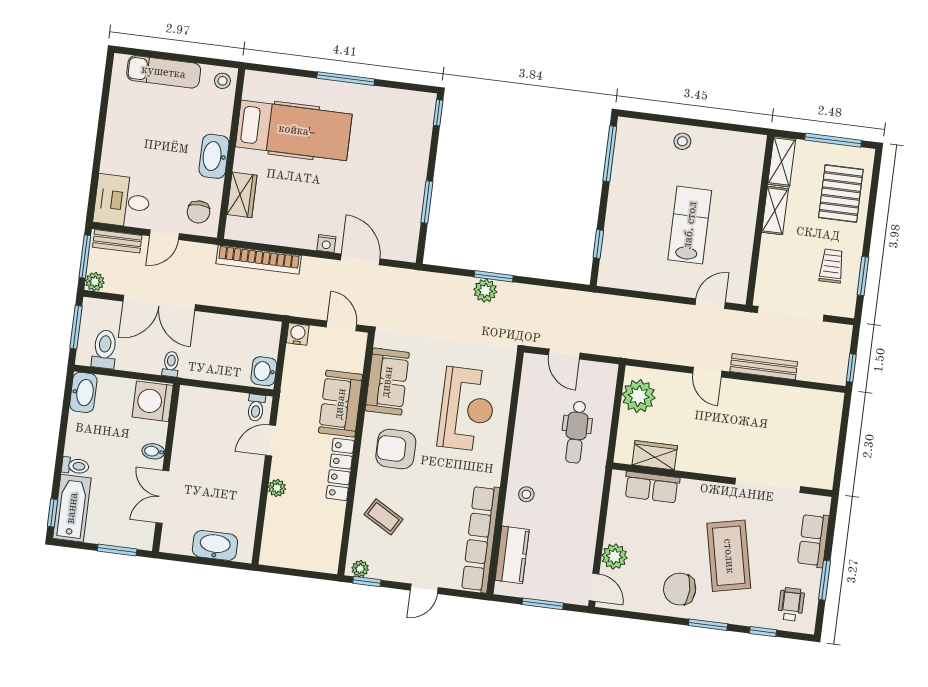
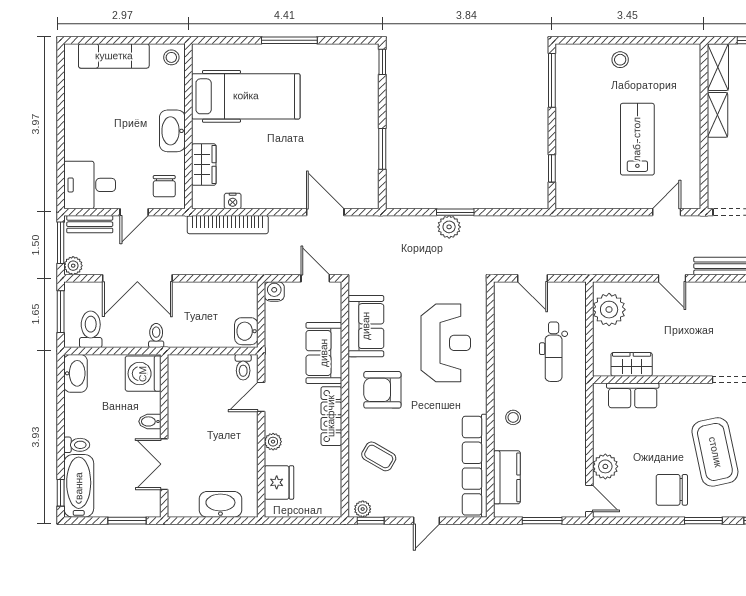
nightstand: (326, 244) -> (233, 201), moved
fridge: (278, 531) -> (279, 482), added

